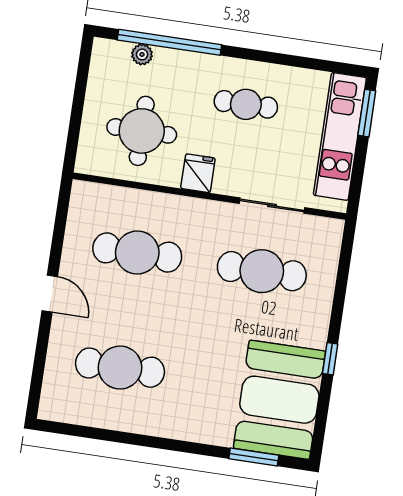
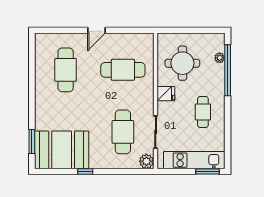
plant: (328, 233) -> (146, 161), added
cafe table: (137, 253) -> (123, 70), turned 90

